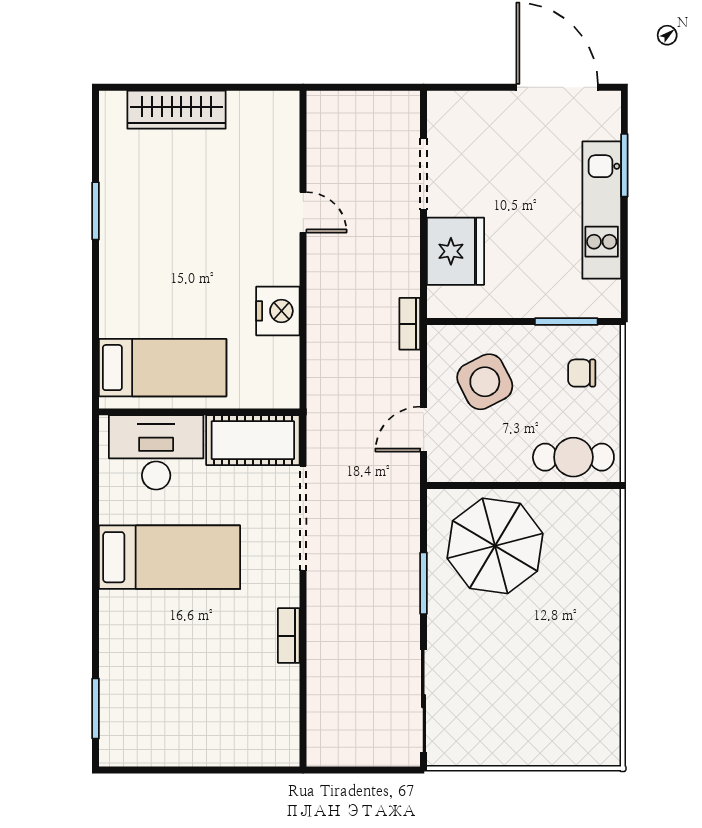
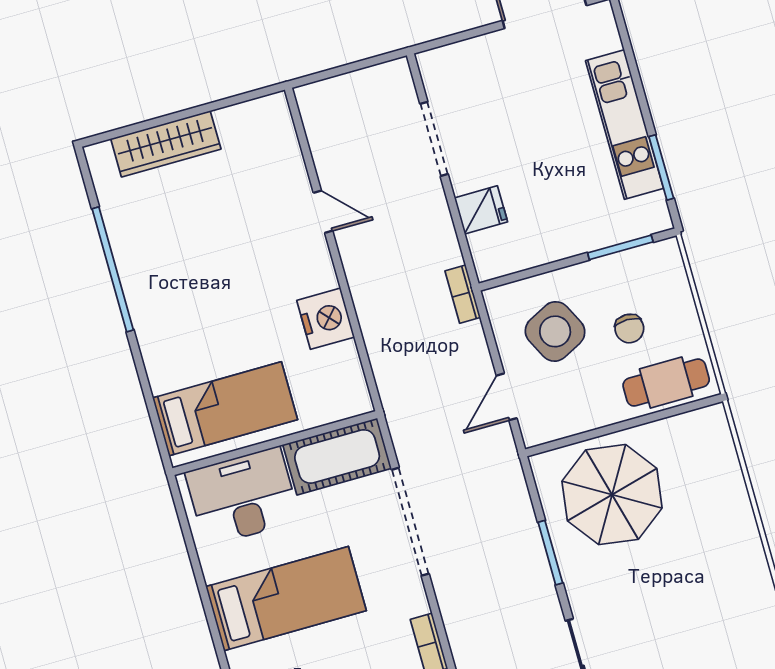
window: (624, 165) -> (661, 167), moved
window: (96, 211) -> (113, 269), width x2.11
fridge: (455, 251) -> (481, 210), width x0.53, depth x0.75
chair: (582, 373) -> (629, 329), moved, turned -90

